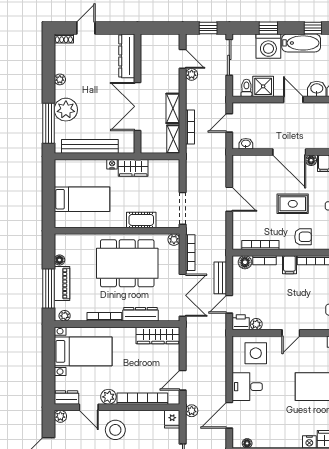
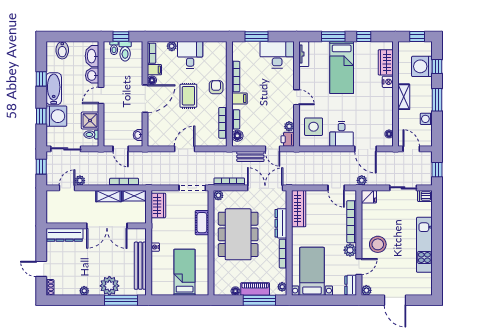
wardrobe: (133, 168) -> (158, 205), moved

